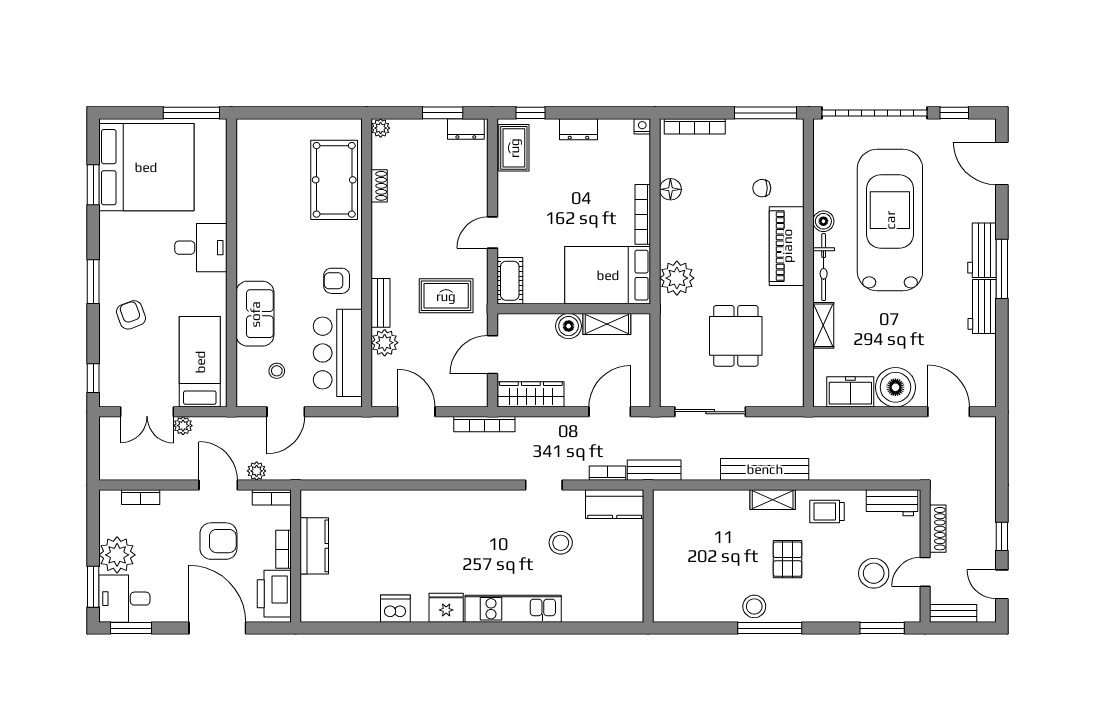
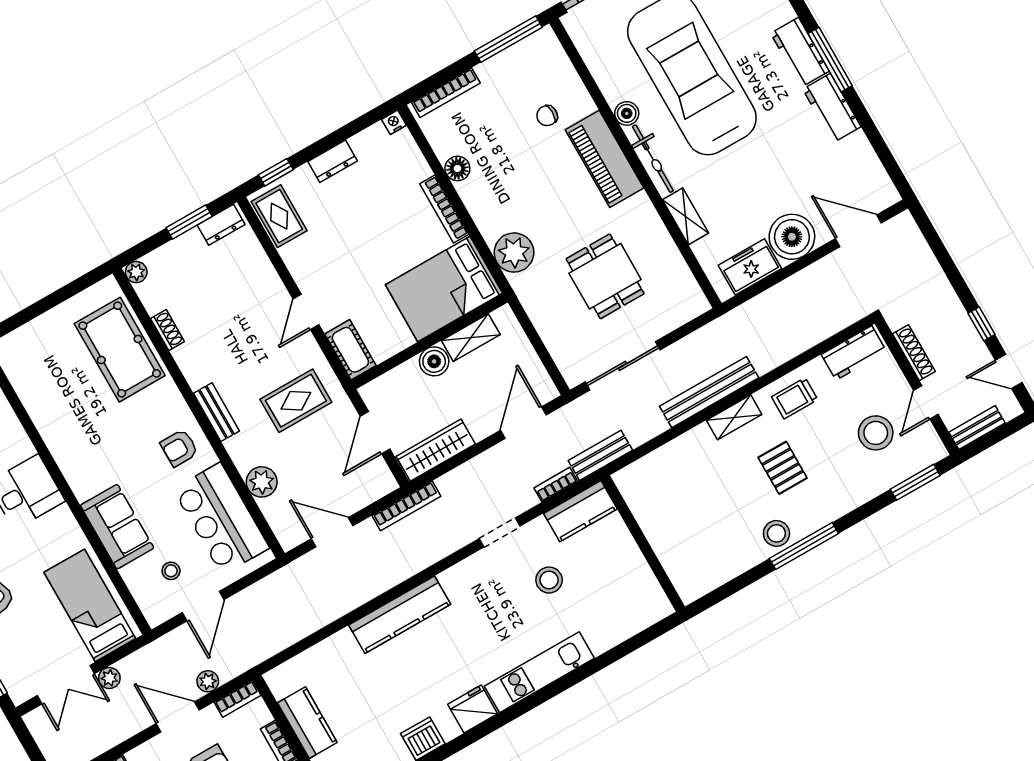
bench: (381, 303) -> (216, 412), moved
kitchen counter: (432, 504) -> (400, 615), added

